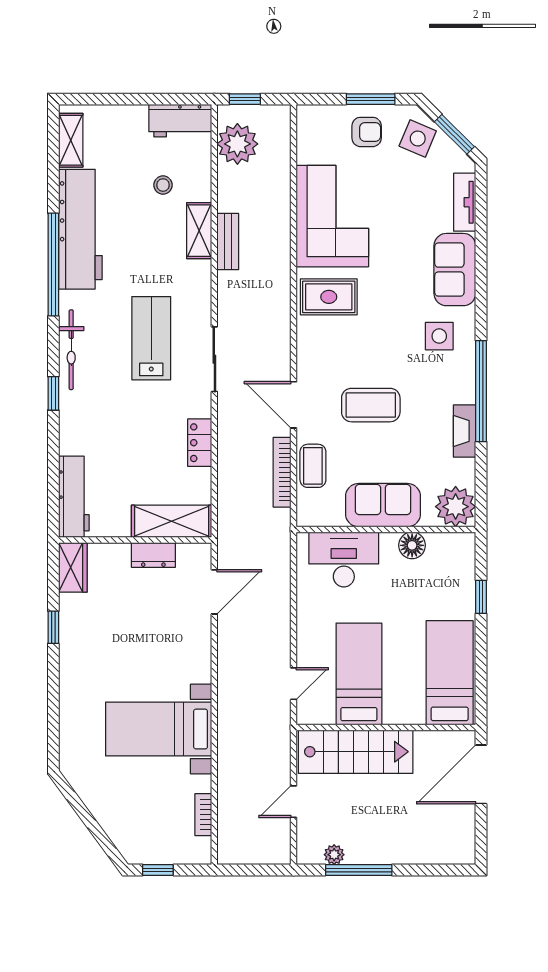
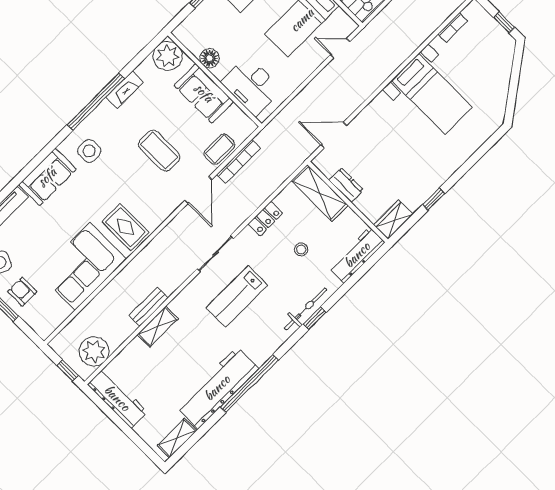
workbench: (180, 121) -> (117, 398), width x1.37
stool: (163, 185) -> (301, 250), moved
bicycle: (71, 350) -> (306, 309), moved

